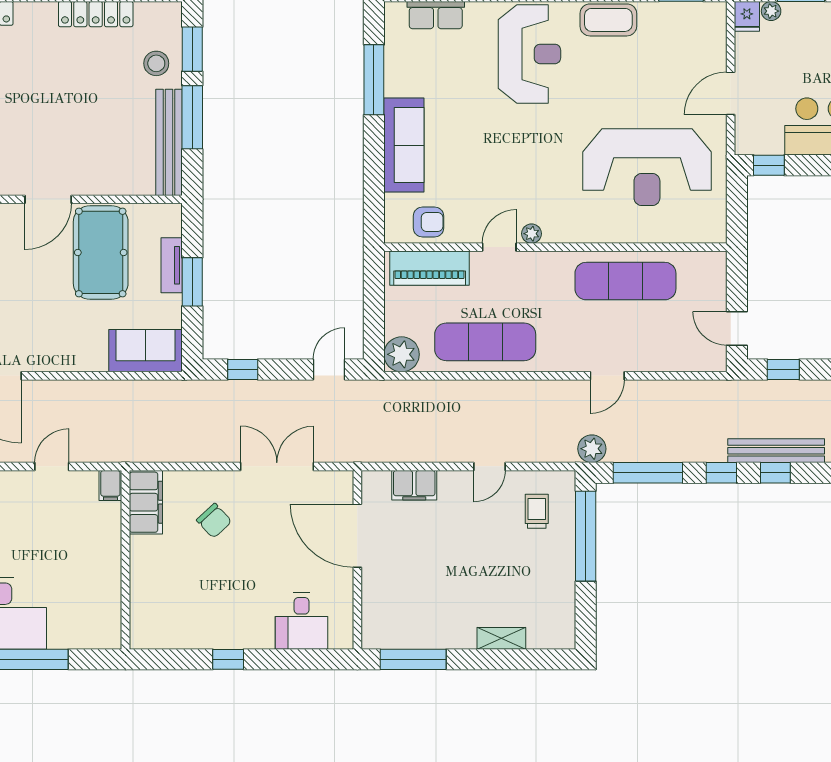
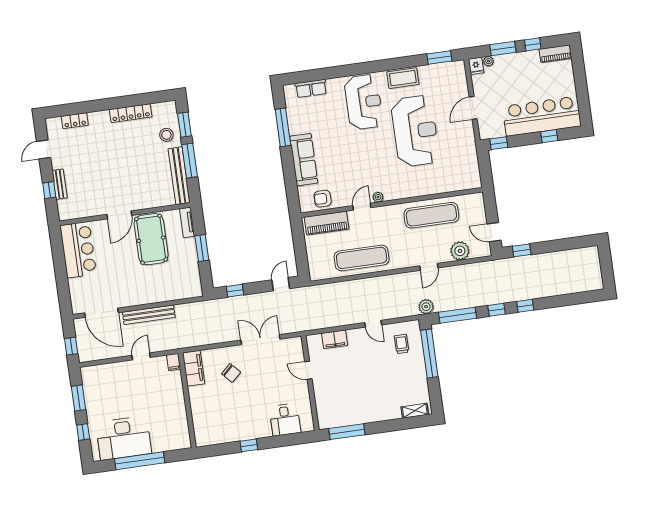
reception desk: (647, 167) -> (415, 131), moved, turned -90
armchair: (428, 222) -> (323, 199), turned 180
tv unit: (172, 265) -> (187, 222), moved
sofa: (146, 351) -> (182, 288), removed
plant: (402, 354) -> (460, 251), moved
bench: (776, 451) -> (149, 315), moved
door: (489, 466) -> (373, 324), hinge flipped
door: (357, 536) -> (308, 370), width x0.53
shelving: (501, 638) -> (415, 411), moved

